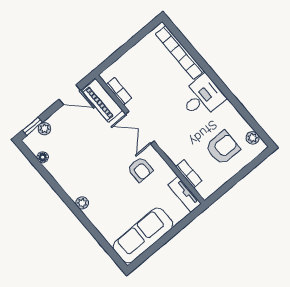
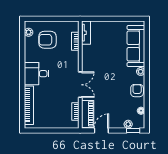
door: (70, 95) -> (101, 130), hinge flipped
armchair: (140, 169) -> (137, 91), moved
sofa: (143, 235) -> (136, 46), moved, turned 90

